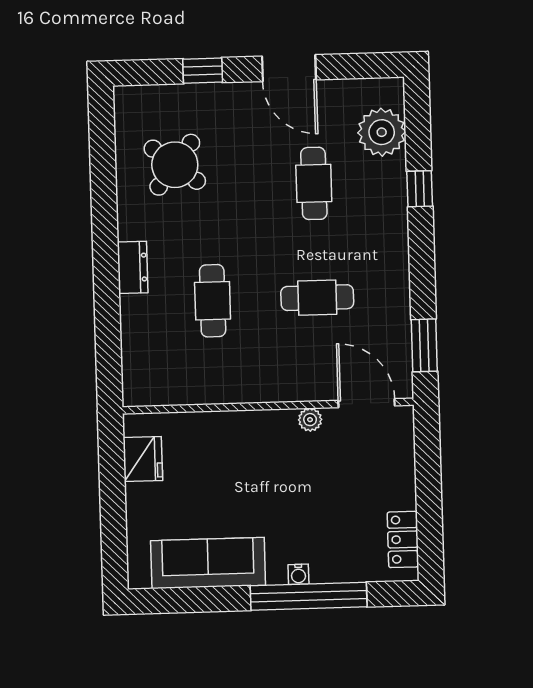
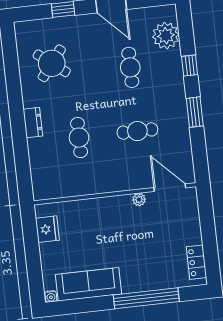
window: (424, 345) -> (195, 112), moved
water cooler: (298, 574) -> (51, 296), moved

